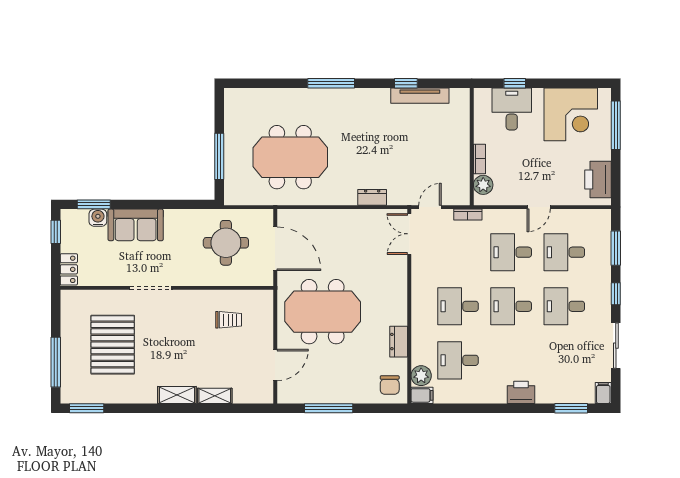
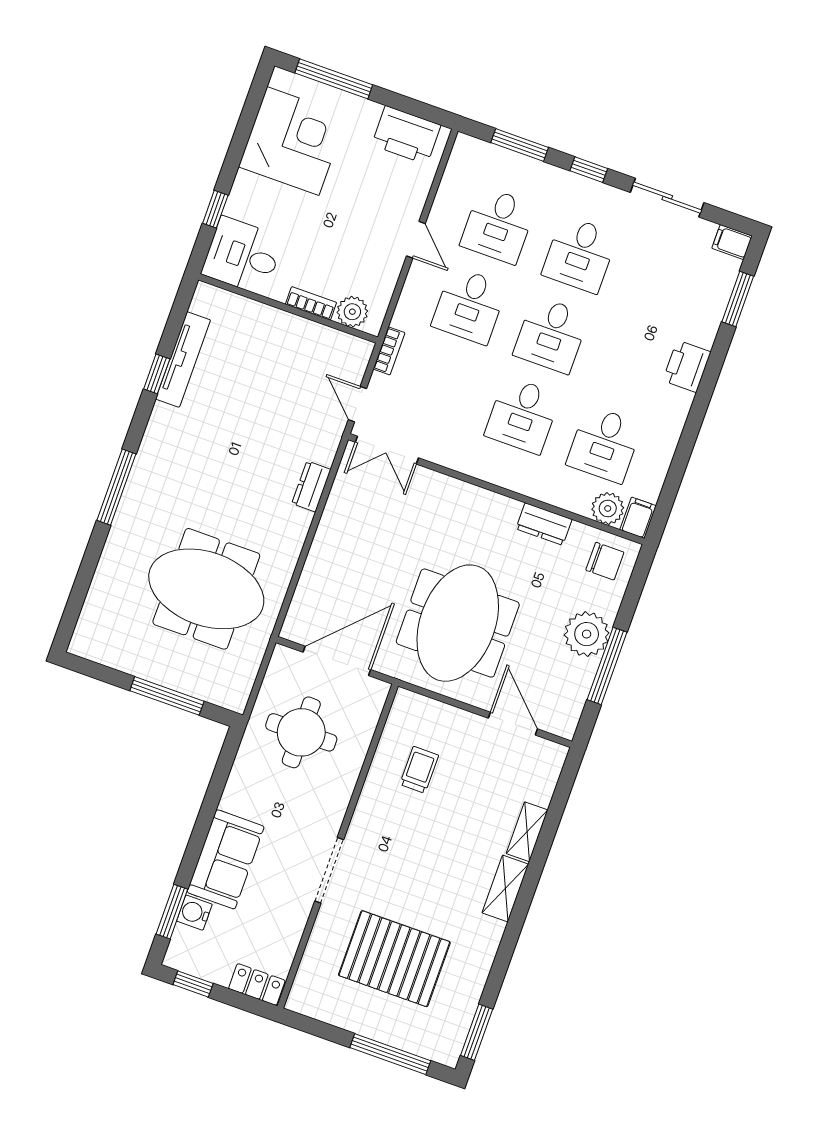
desk: (512, 109) -> (243, 256), moved
meeting table: (290, 157) -> (206, 589), turned 90
plant: (343, 390) -> (587, 634), added

